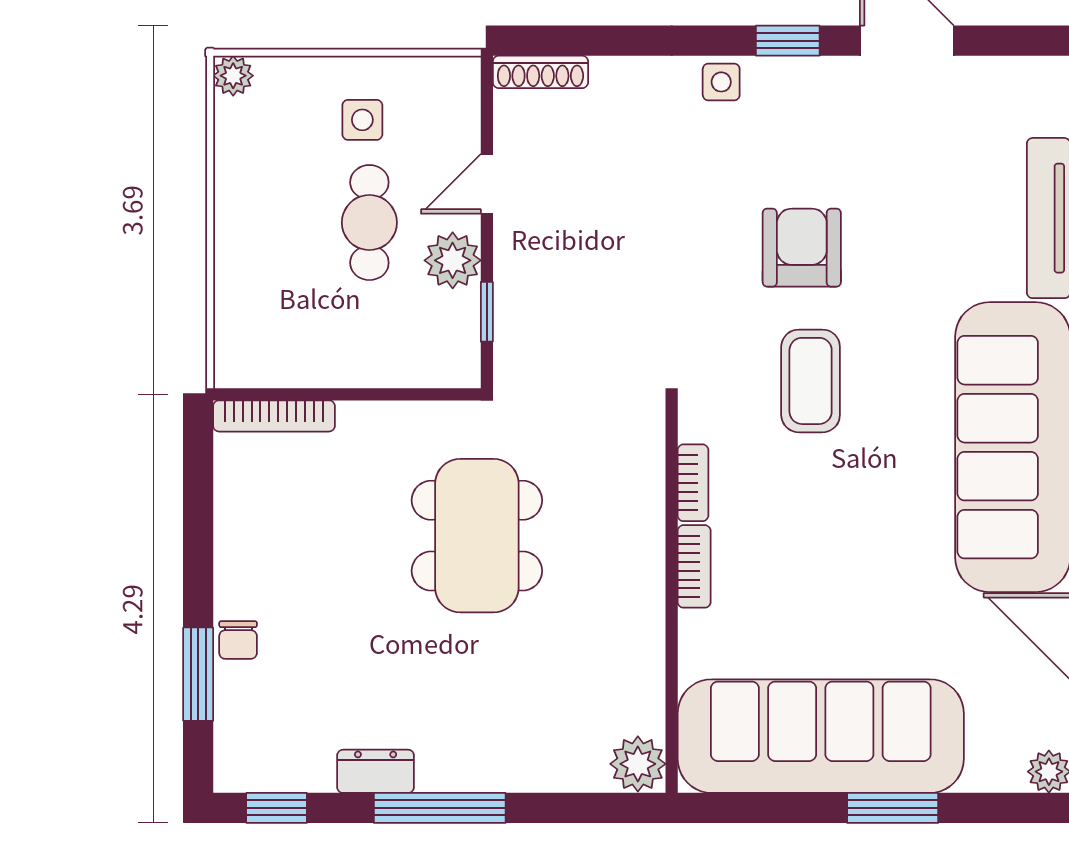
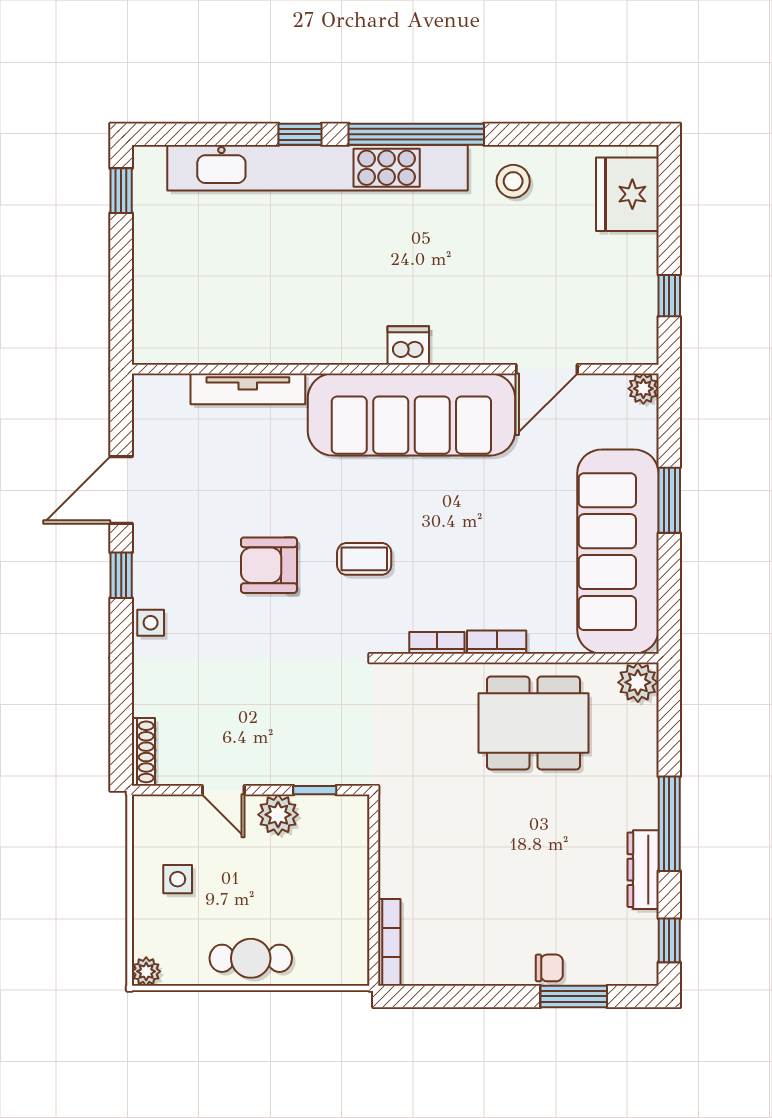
cafe table: (369, 223) -> (251, 958), moved
coffee table: (811, 381) -> (364, 559), width x0.73, depth x0.77
dining table: (477, 536) -> (533, 723), moved
dresser: (376, 771) -> (643, 870), width x1.44

